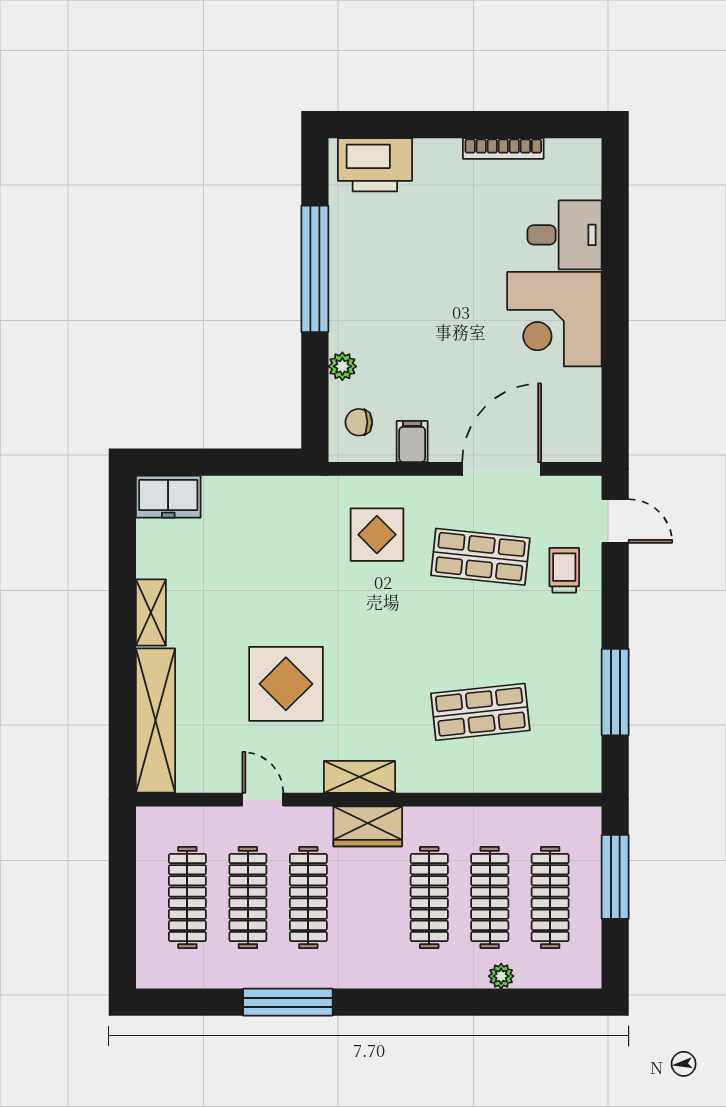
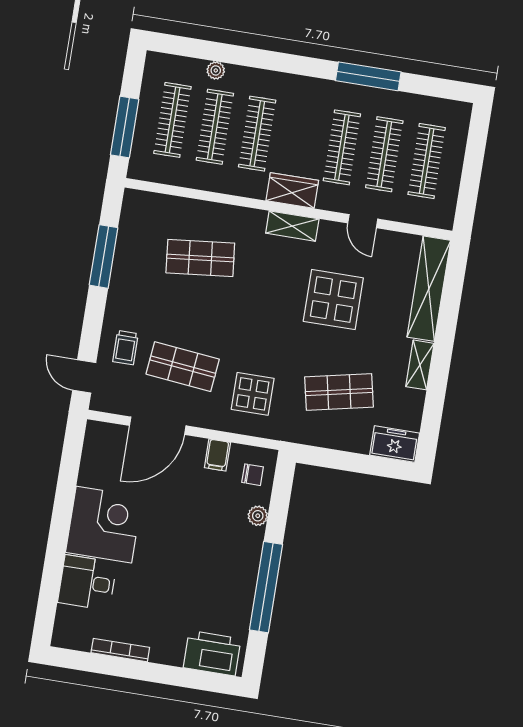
shop shelf: (257, 557) -> (339, 392), added

